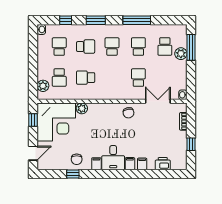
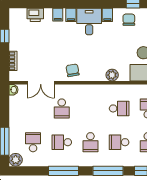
window: (96, 20) -> (108, 171), width x1.44
school desk: (138, 47) -> (62, 142), turned 90
plant: (181, 54) -> (16, 160), moved
plant: (82, 108) -> (112, 75), moved

